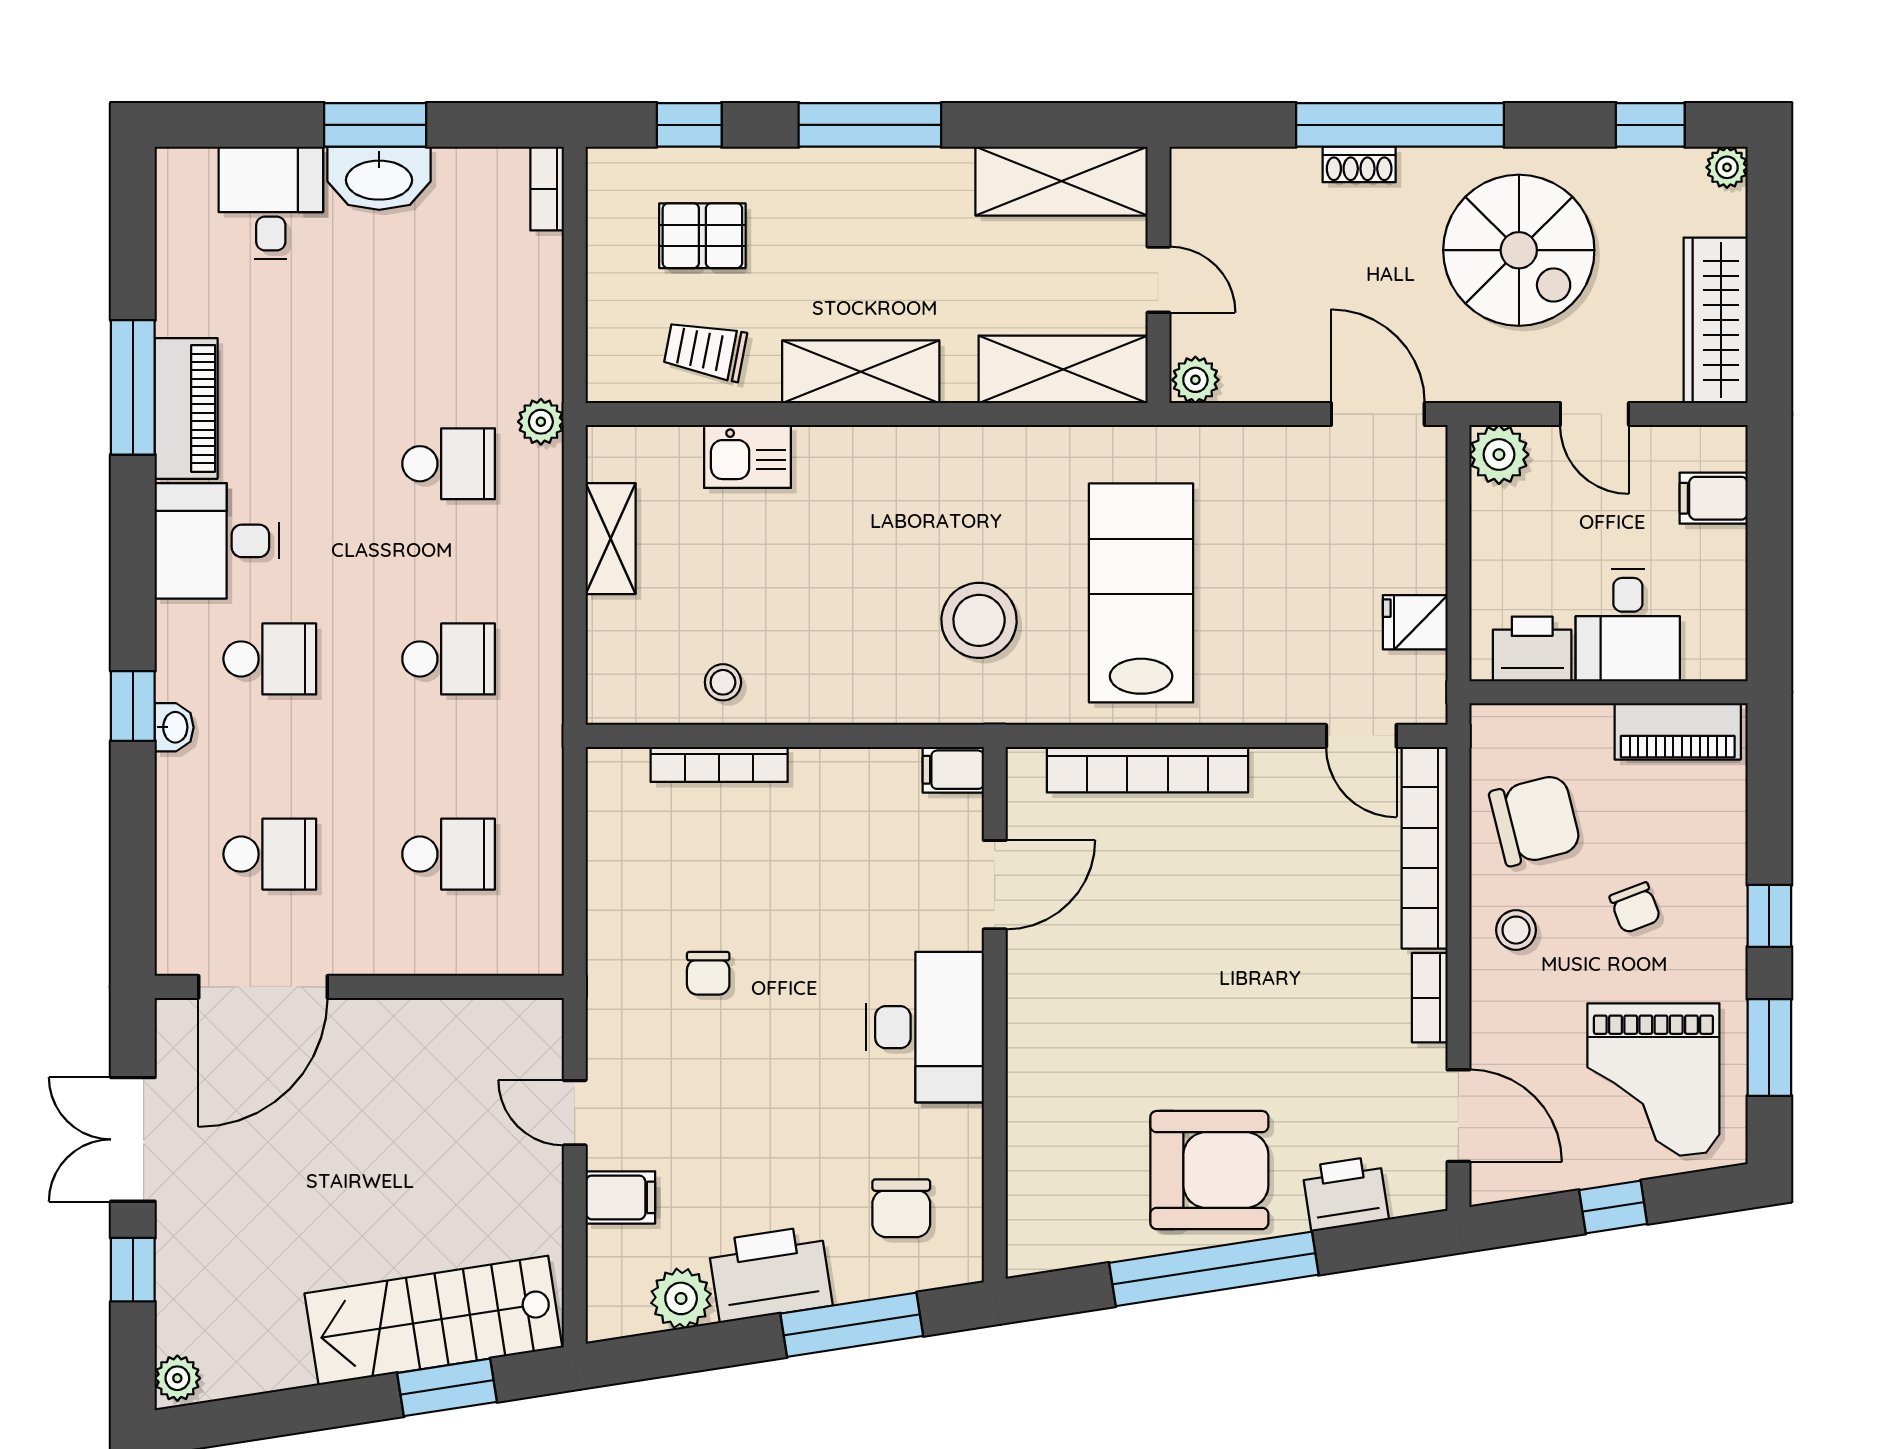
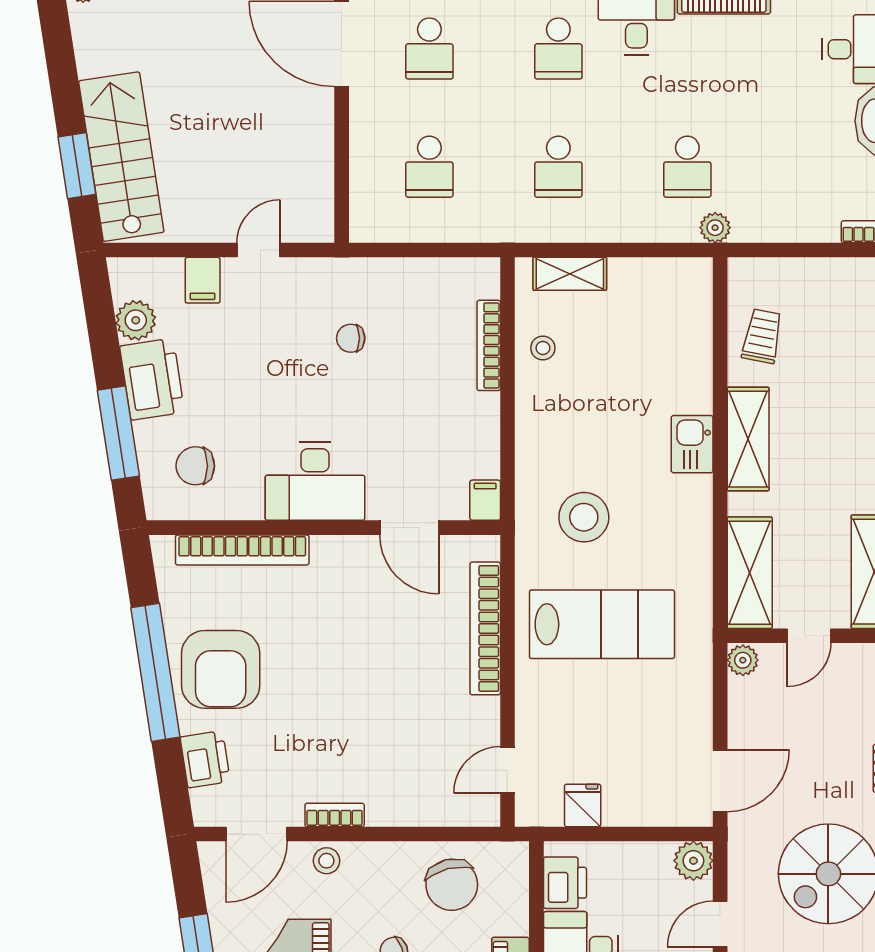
pallet: (702, 236) -> (838, 334), removed
kitchen sink: (747, 456) -> (692, 444), moved
shelving: (611, 539) -> (570, 274), moved
bookcase: (1425, 848) -> (242, 550), moved, turned 180
stool: (1516, 930) -> (326, 861), moved

